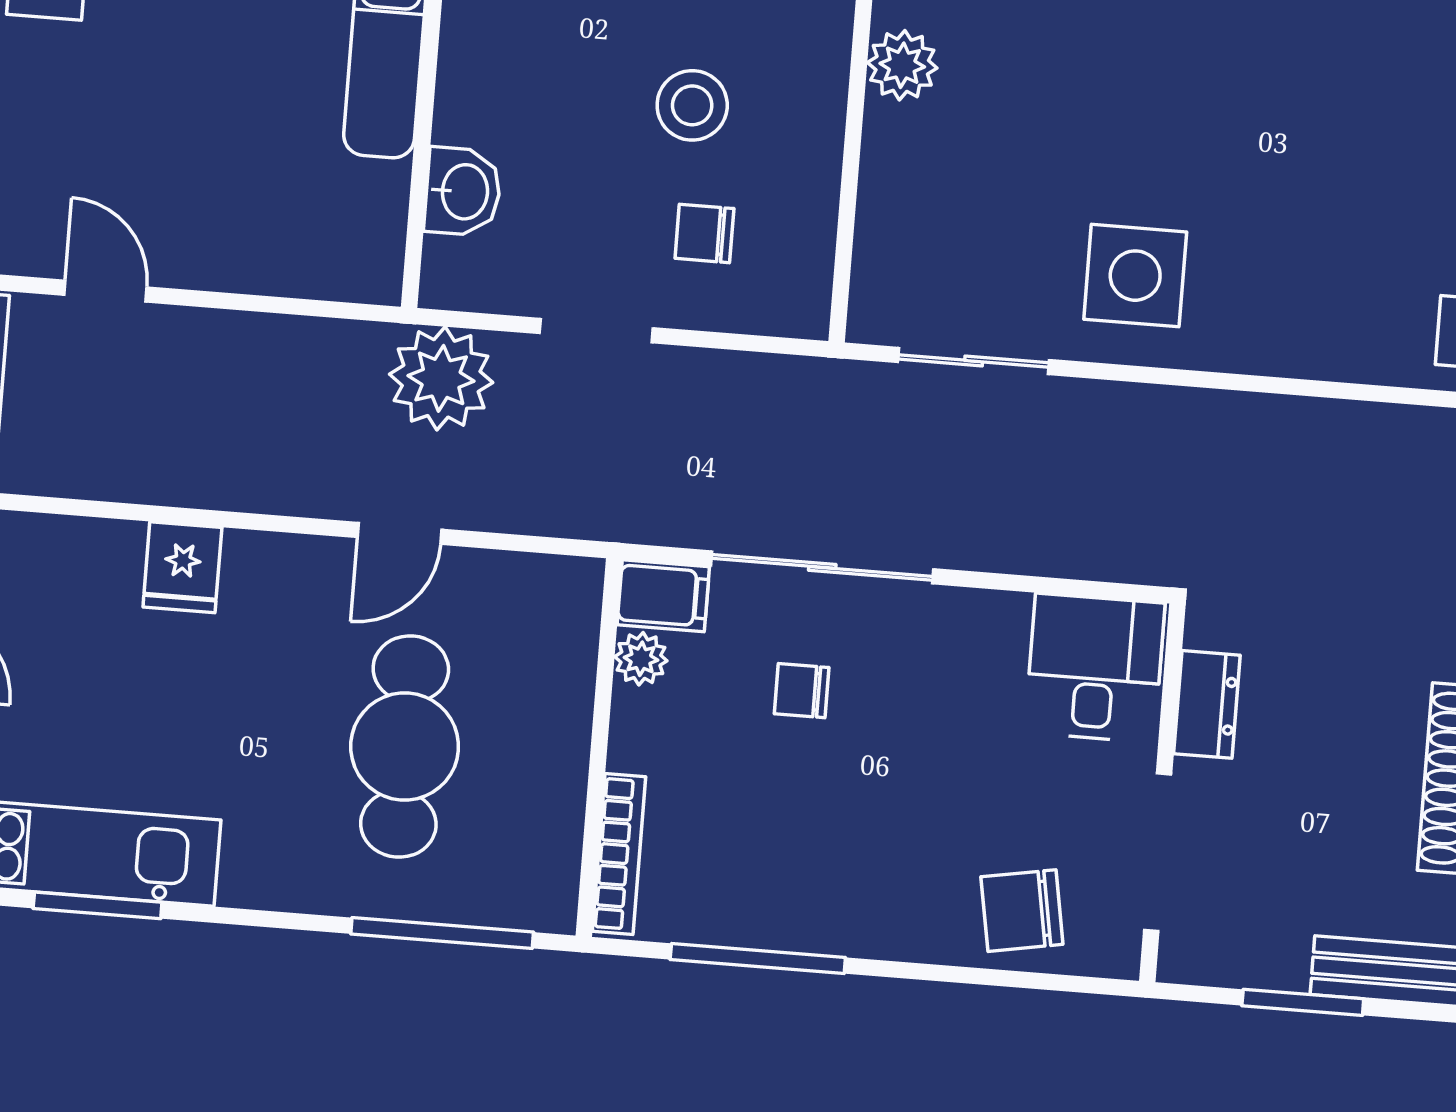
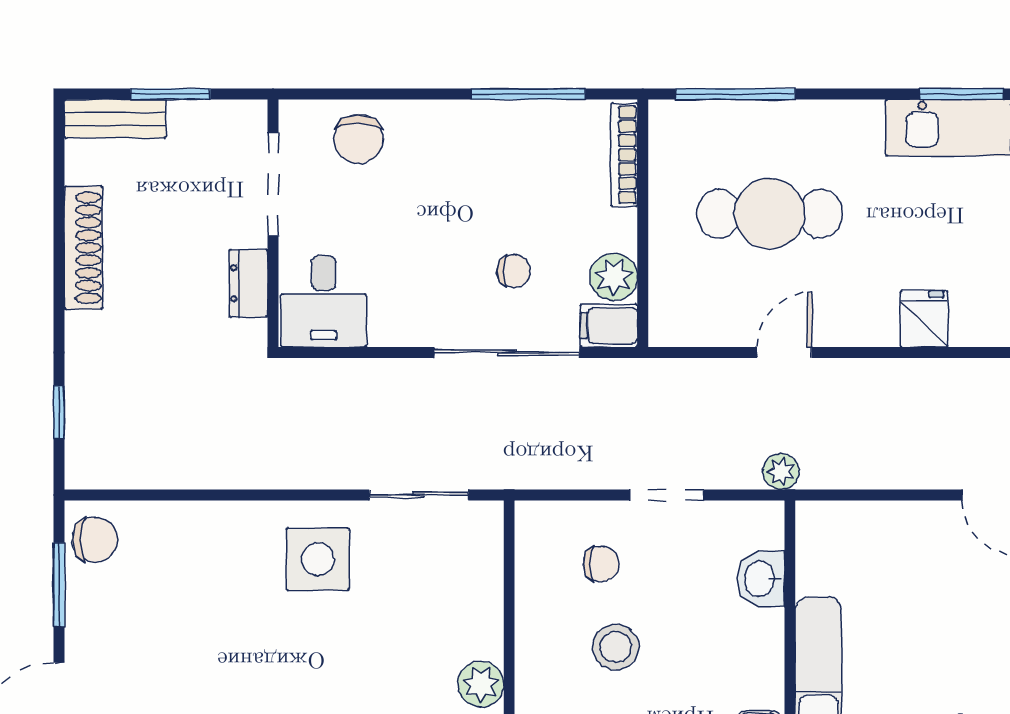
plant: (441, 378) -> (781, 472), width x0.53, depth x0.53
plant: (641, 659) -> (614, 277), width x1.38, depth x1.38
cafe table: (405, 747) -> (770, 214), turned 90
chair: (1022, 911) -> (358, 139), turned 100

